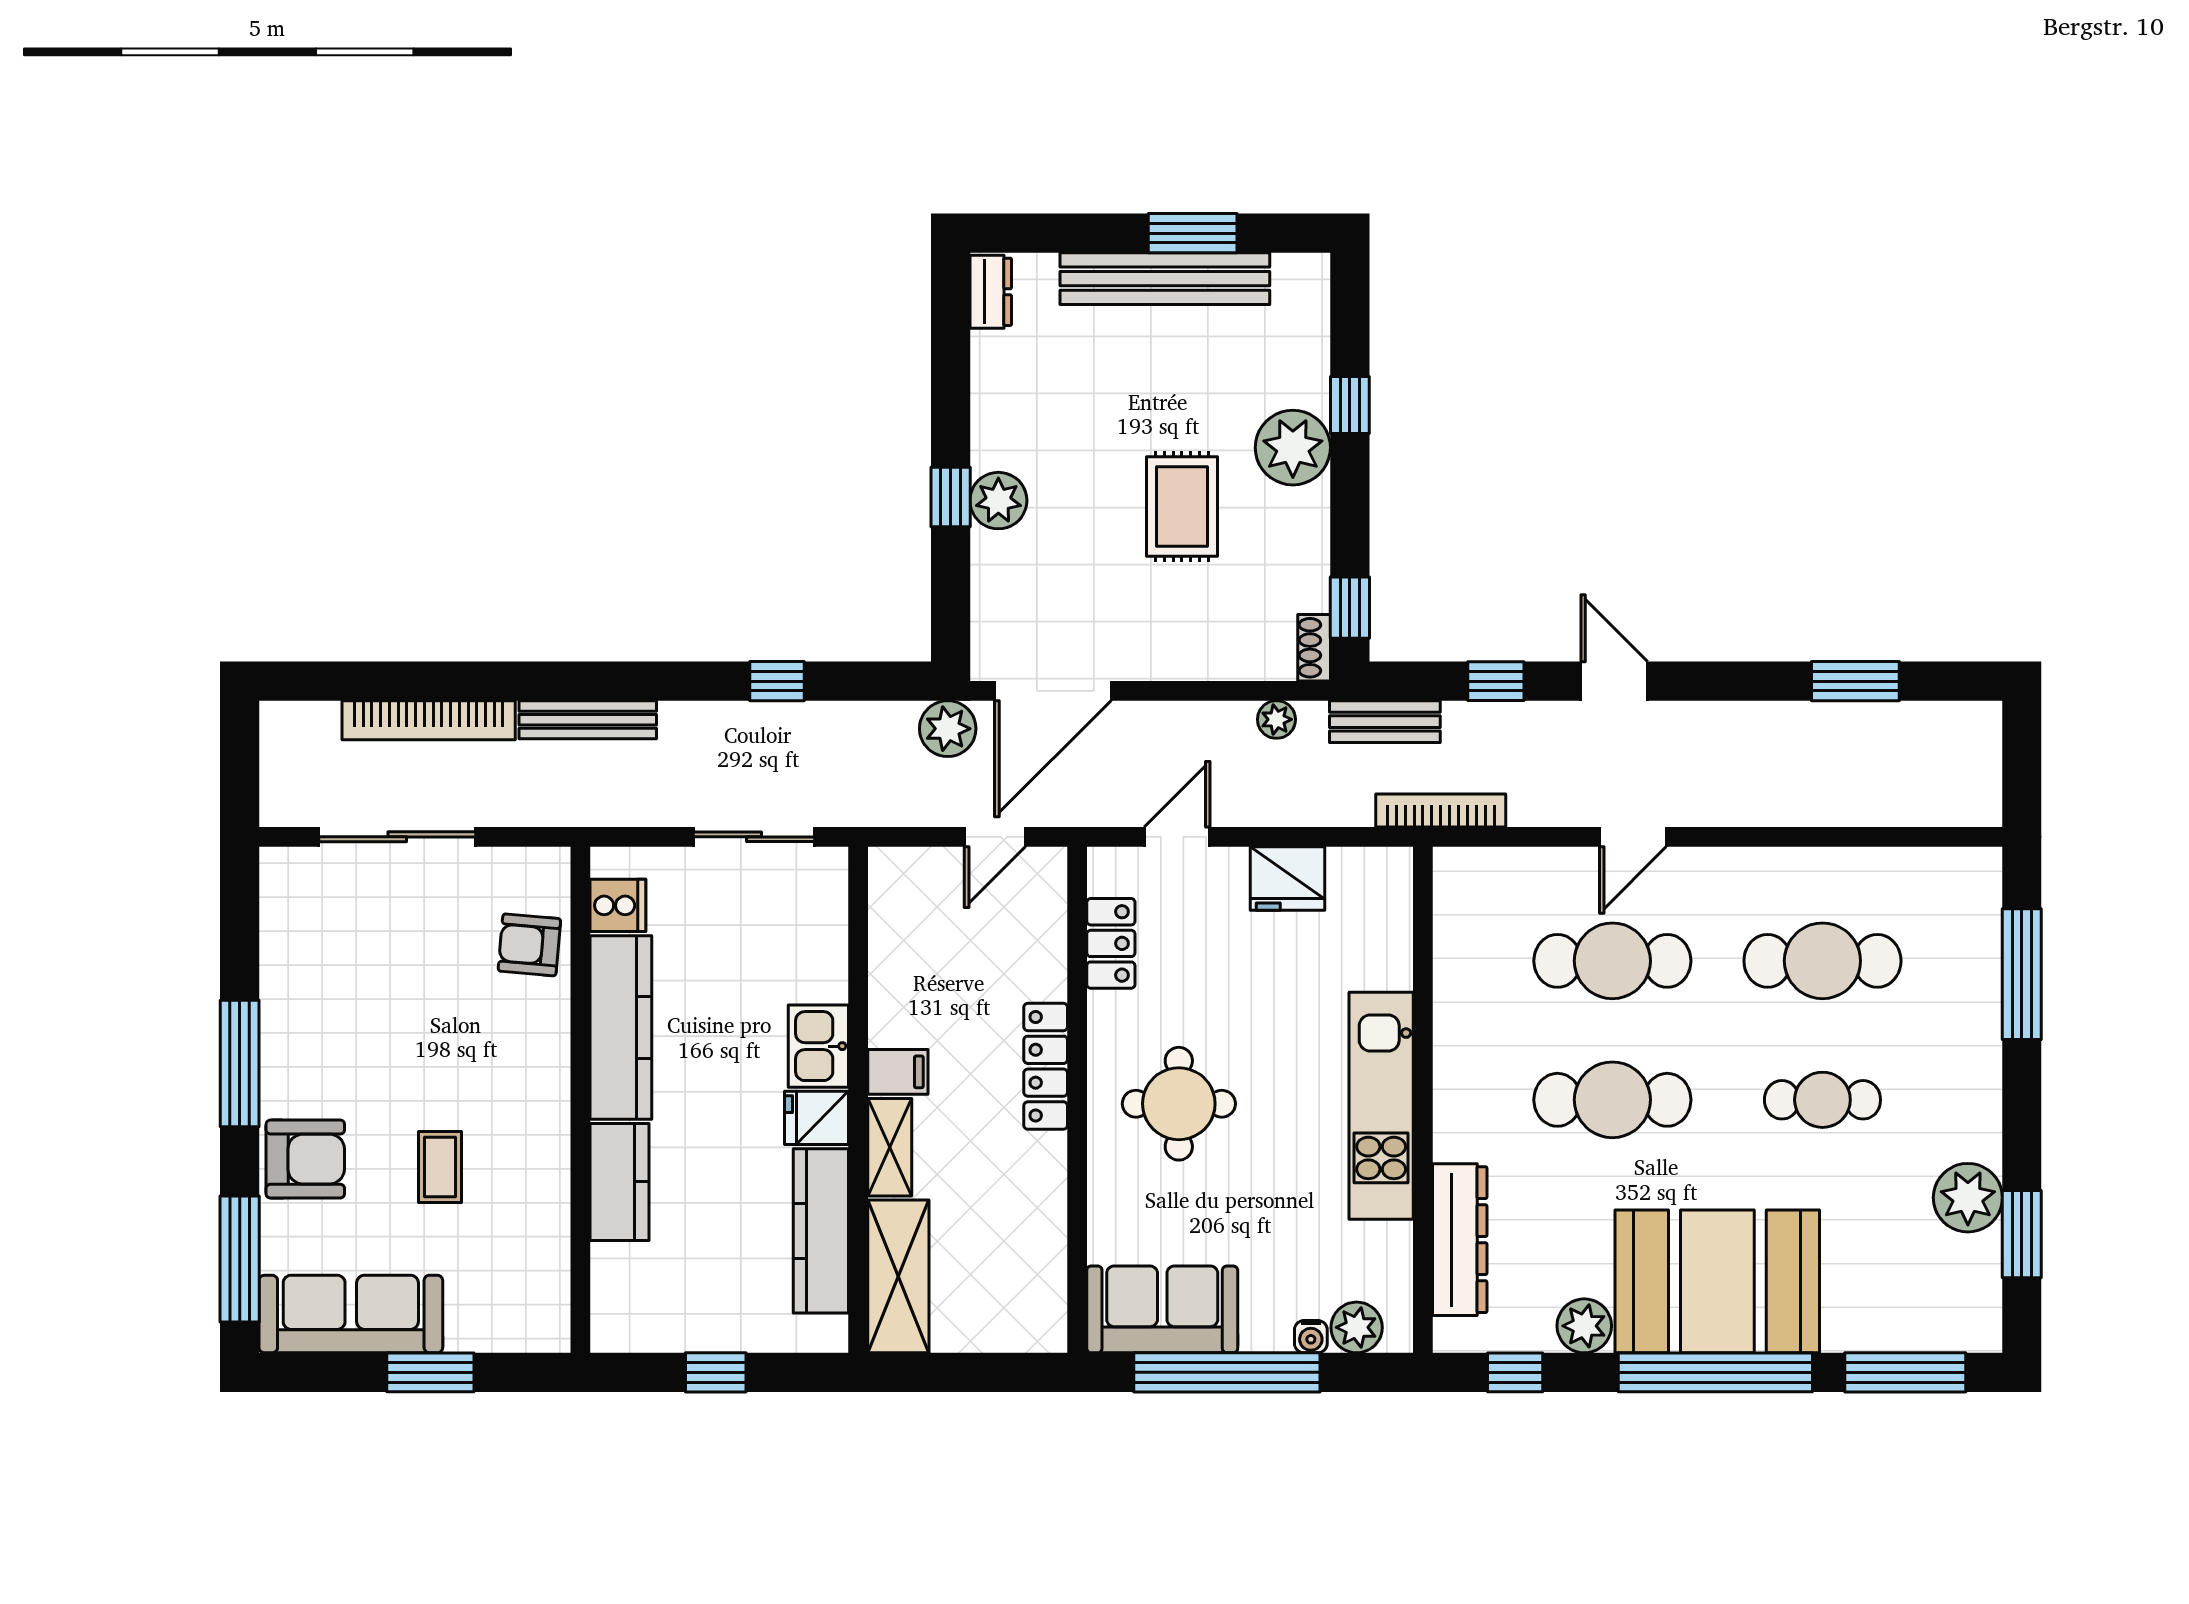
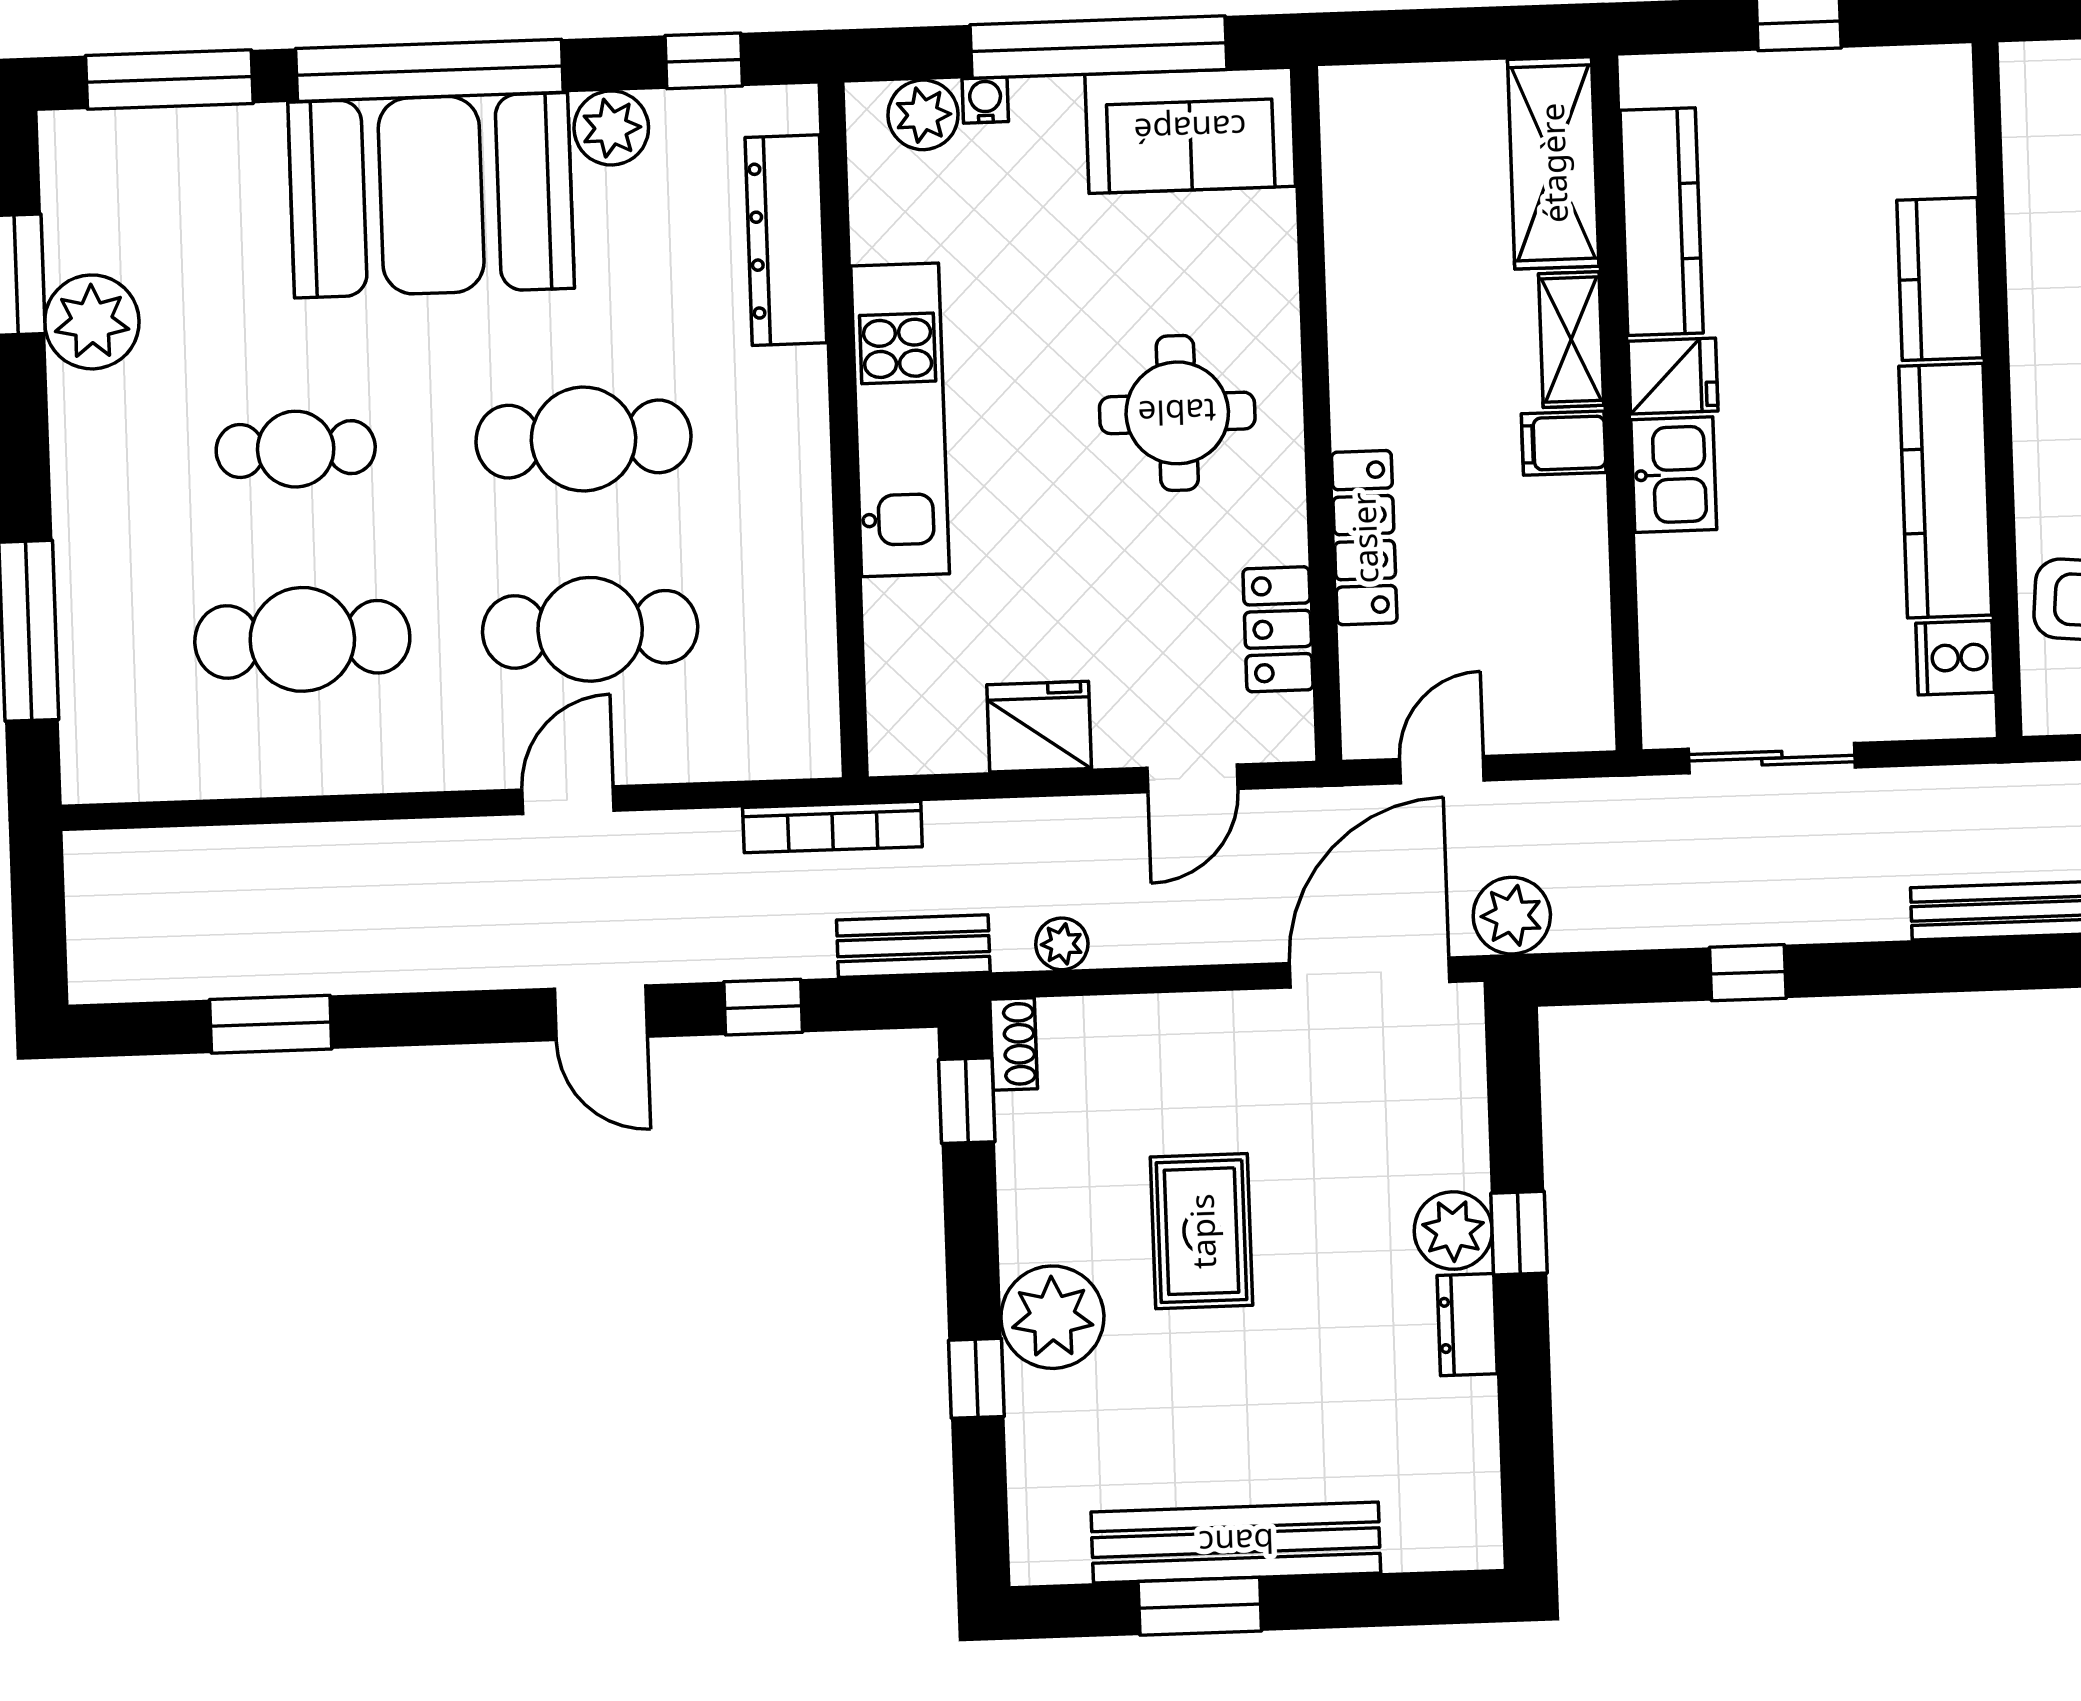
dresser: (991, 292) -> (1467, 1325), moved
locker: (1046, 1066) -> (1364, 538), moved

